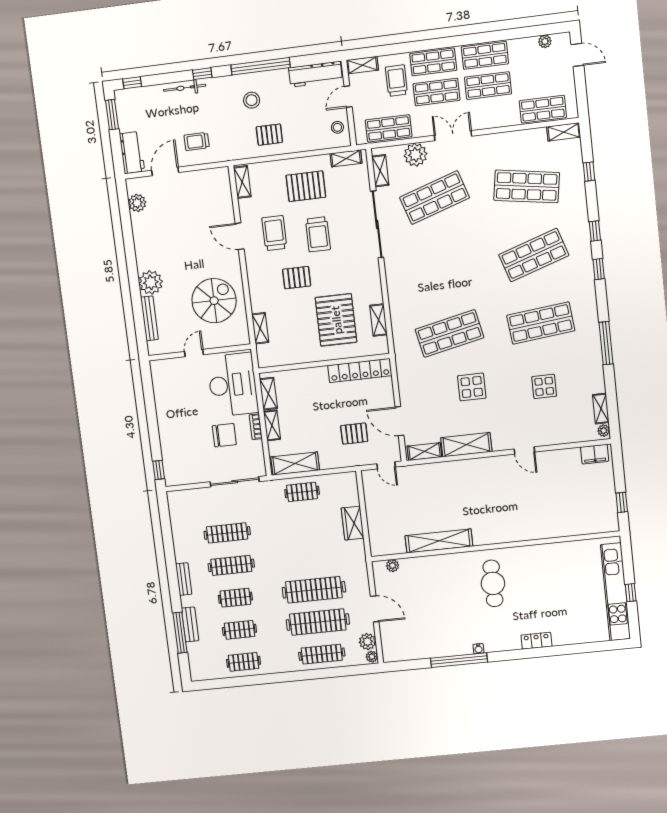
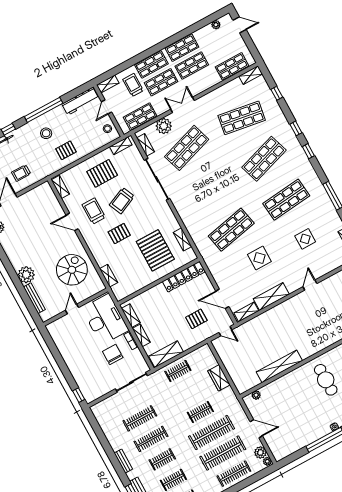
trolley: (318, 234) -> (122, 201), turned 66
chair: (224, 435) -> (113, 355), turned -90
door: (524, 451) -> (310, 285), swing flipped
clothes rail: (310, 557) -> (200, 412), added

